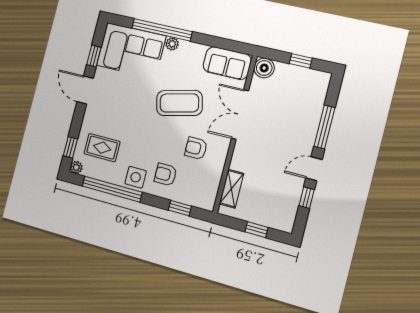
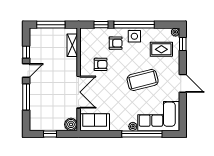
window: (94, 56) -> (183, 107), removed
coffee table: (179, 103) -> (143, 80), moved
window: (112, 189) -> (134, 25), moved
window: (256, 230) -> (51, 25), width x2.17

